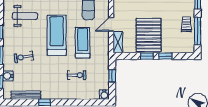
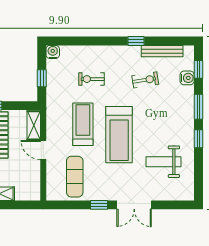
door: (111, 24) -> (43, 150), swing flipped
treadmill: (83, 43) -> (83, 124), turned 180
exercise bike: (24, 57) -> (145, 80), moved

